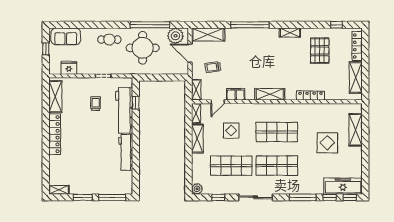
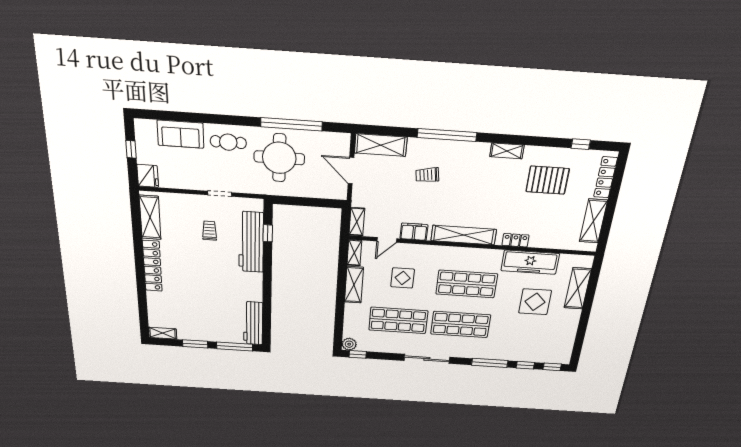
sofa: (66, 36) -> (180, 134), moved
plant: (175, 36) -> (330, 143), removed
pallet: (320, 51) -> (548, 180), turned 90
trolley: (213, 67) -> (427, 175), moved
fridge: (69, 68) -> (148, 176), moved, turned 90
shelving: (270, 94) -> (464, 235), width x1.47
locker: (311, 96) -> (515, 240), width x0.66
workbench: (126, 152) -> (253, 323), moved
freezer: (343, 186) -> (530, 262), moved, turned 180
window: (218, 197) -> (358, 354), moved

